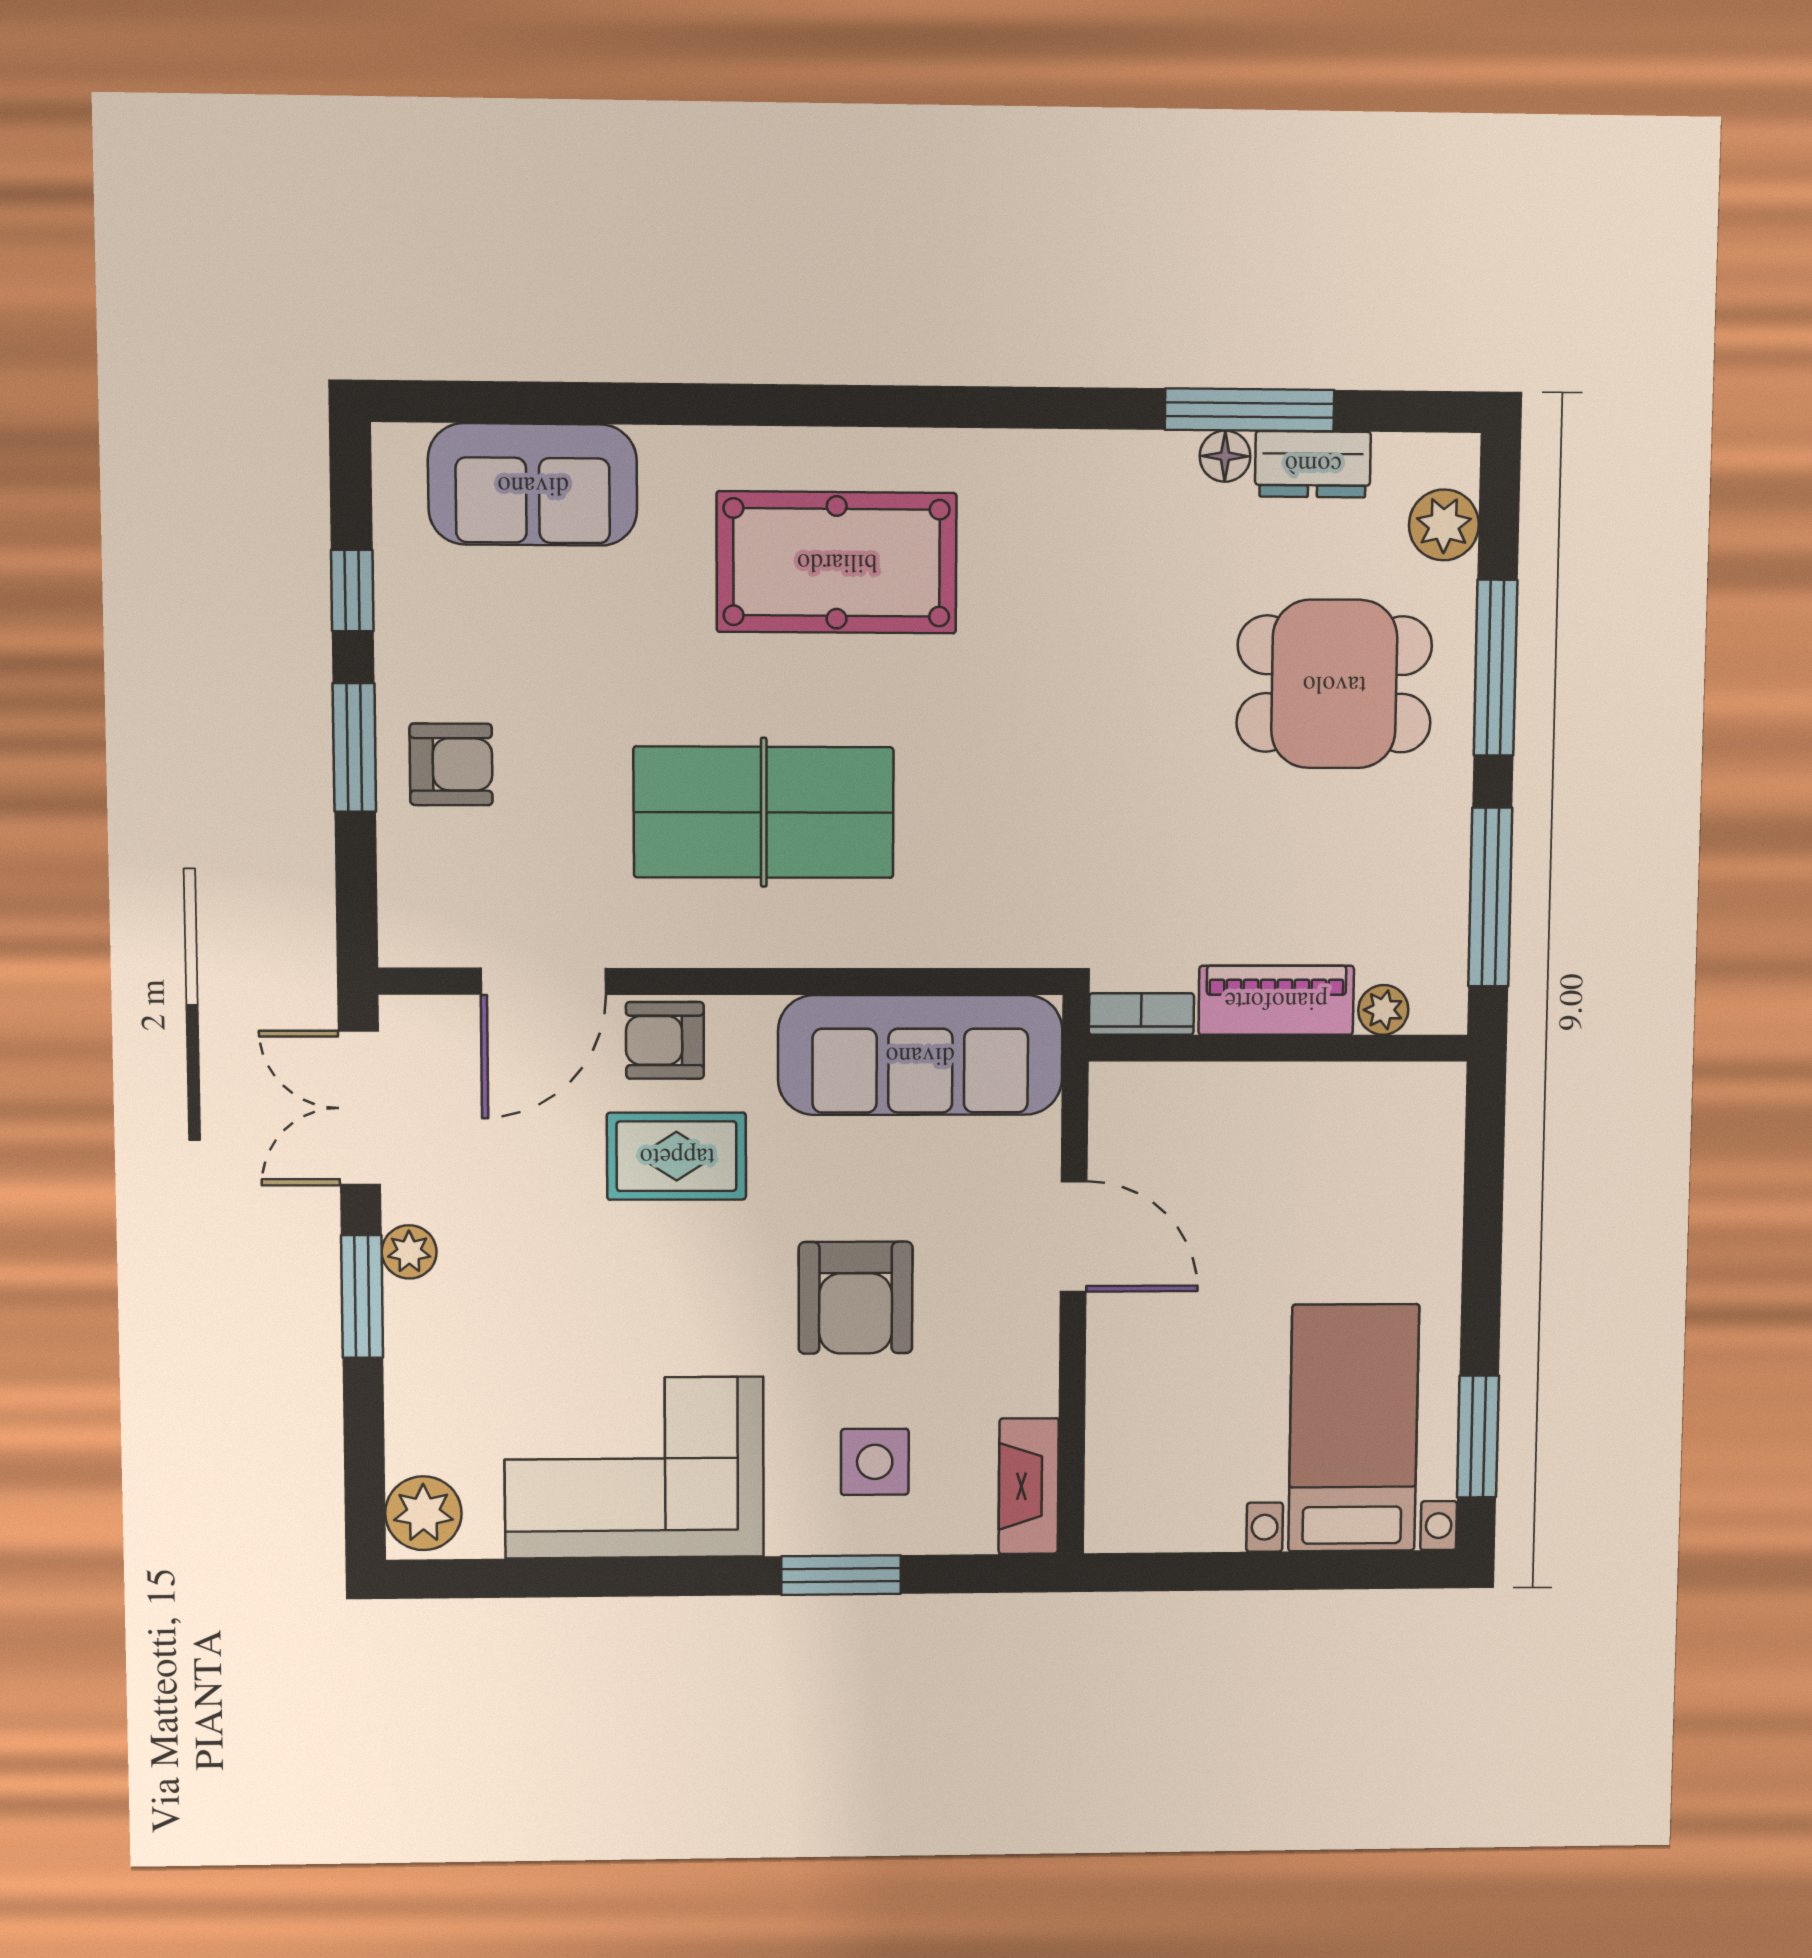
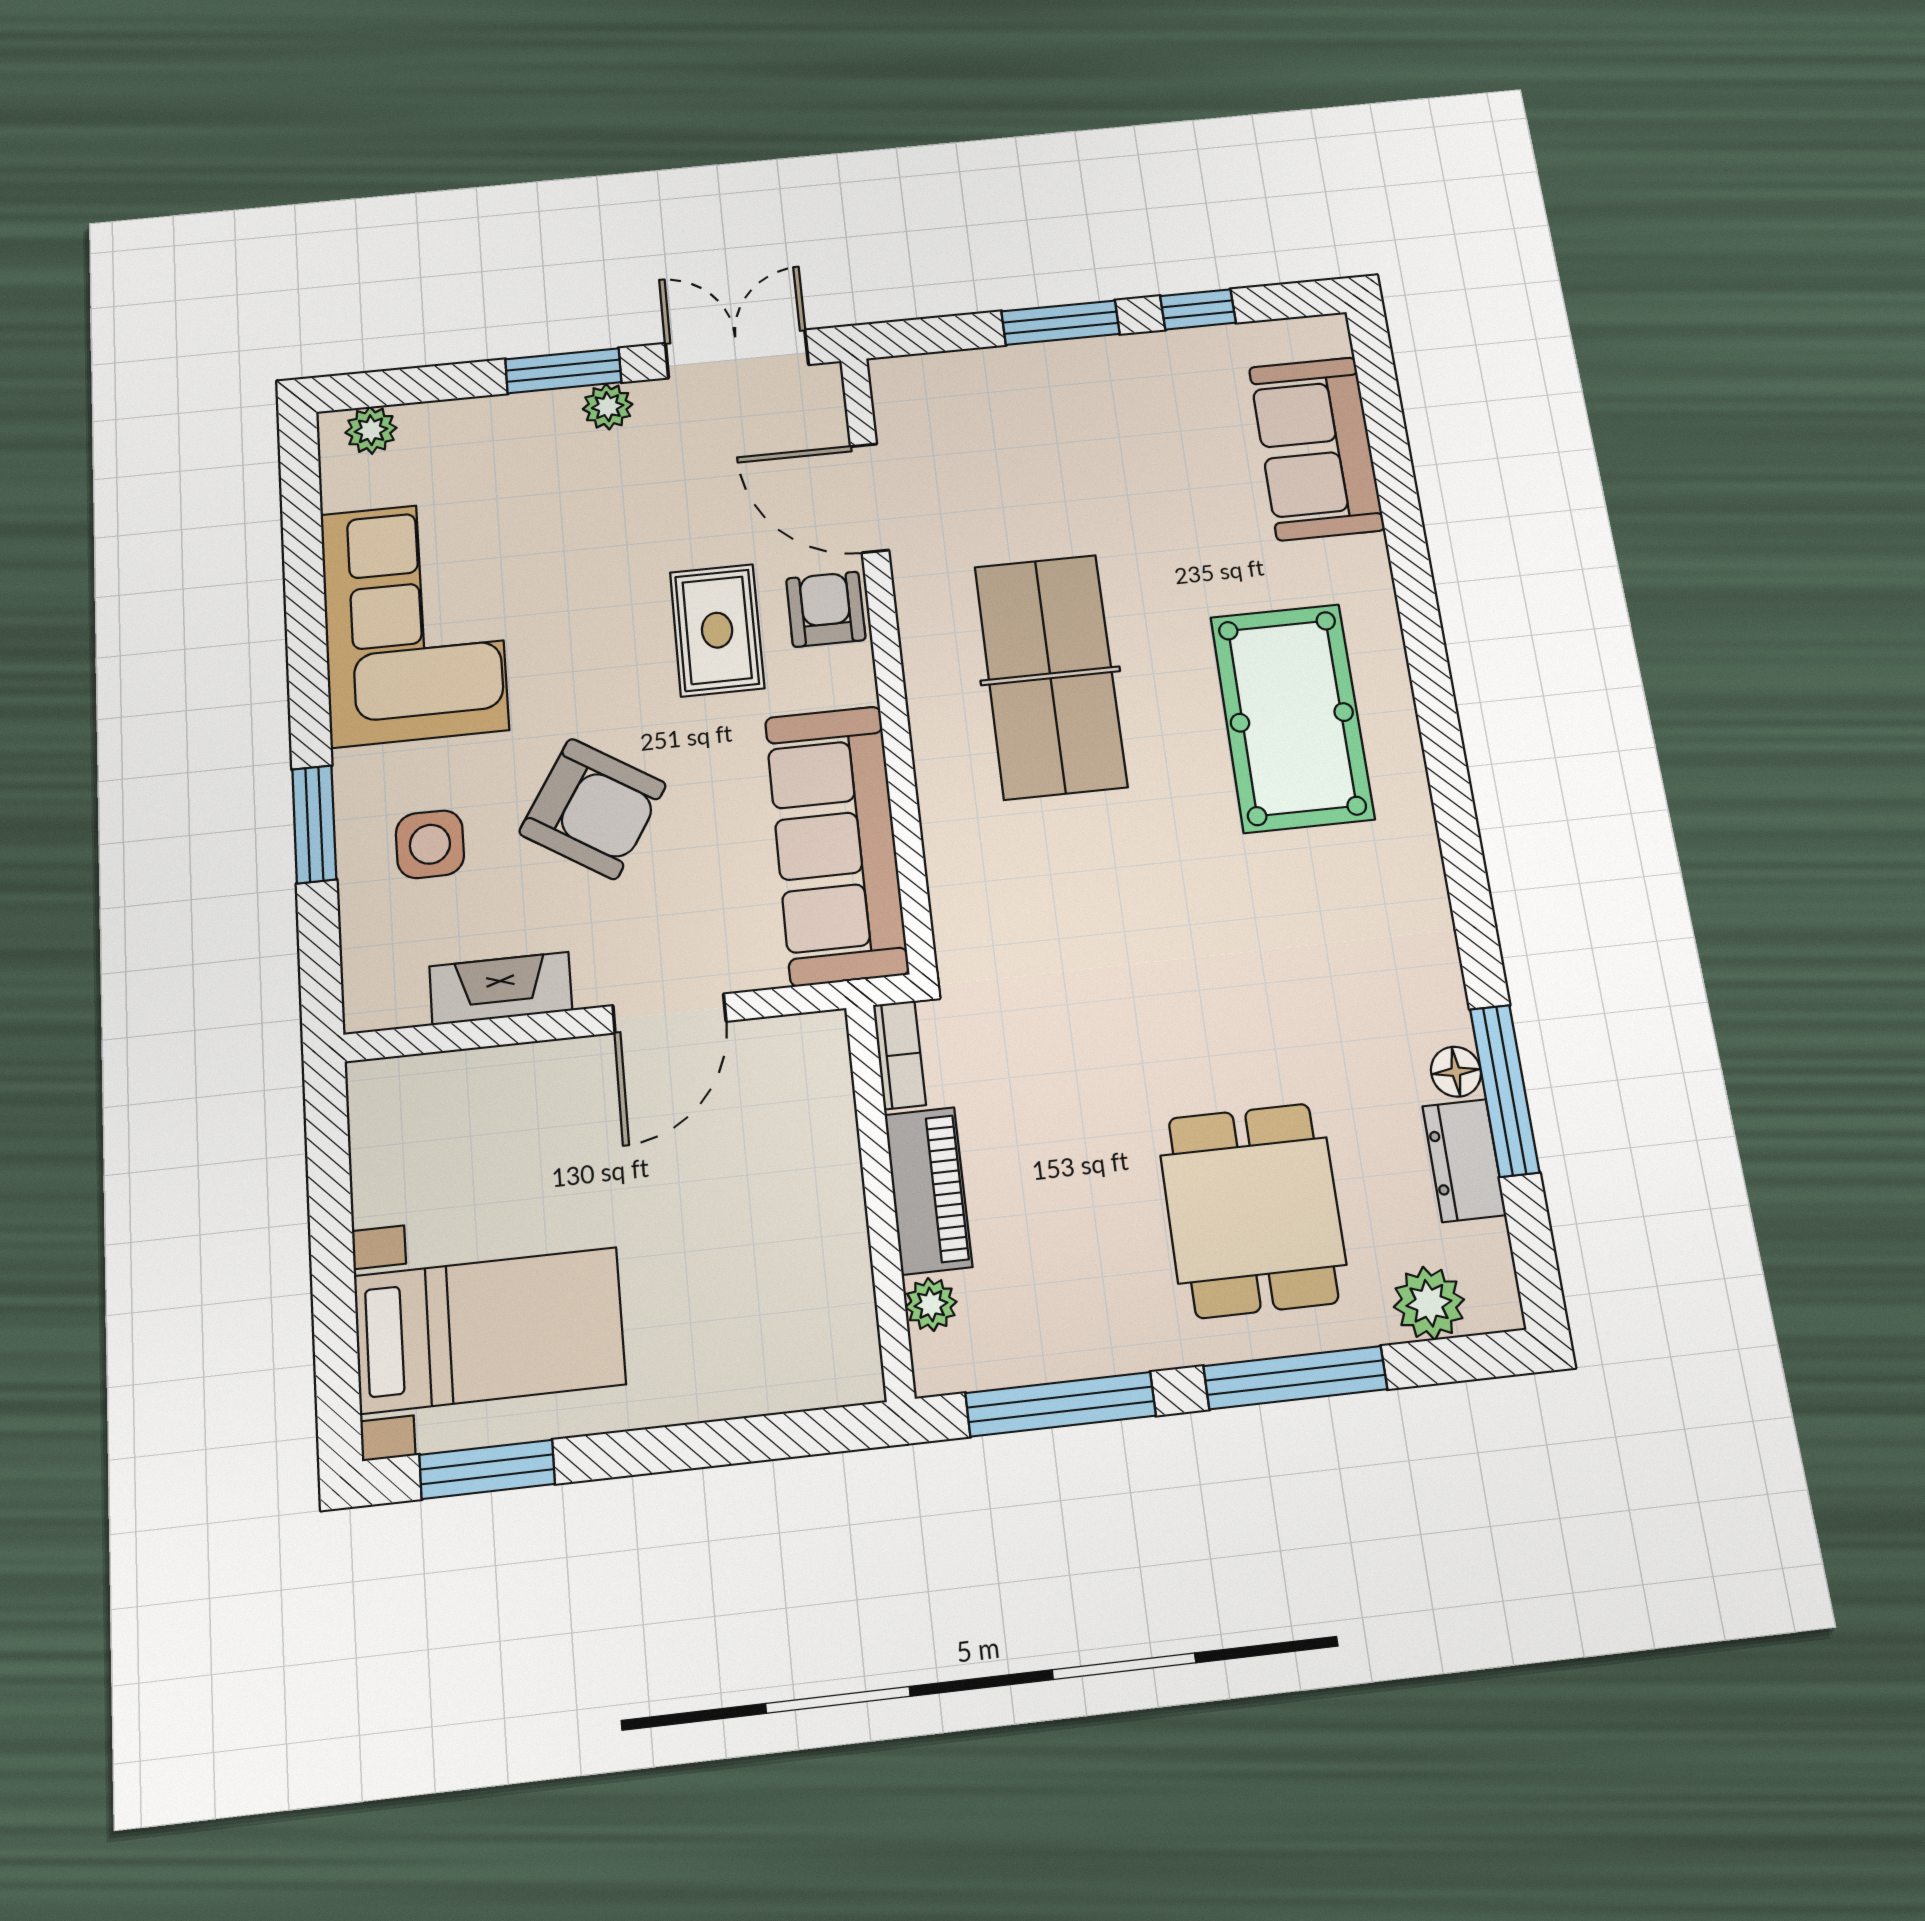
armchair: (451, 764) -> (1057, 403), removed
armchair: (856, 1298) -> (593, 809), turned -148
fireplace: (1029, 1486) -> (501, 988), moved
plant: (423, 1513) -> (371, 430), width x0.73, depth x0.73

